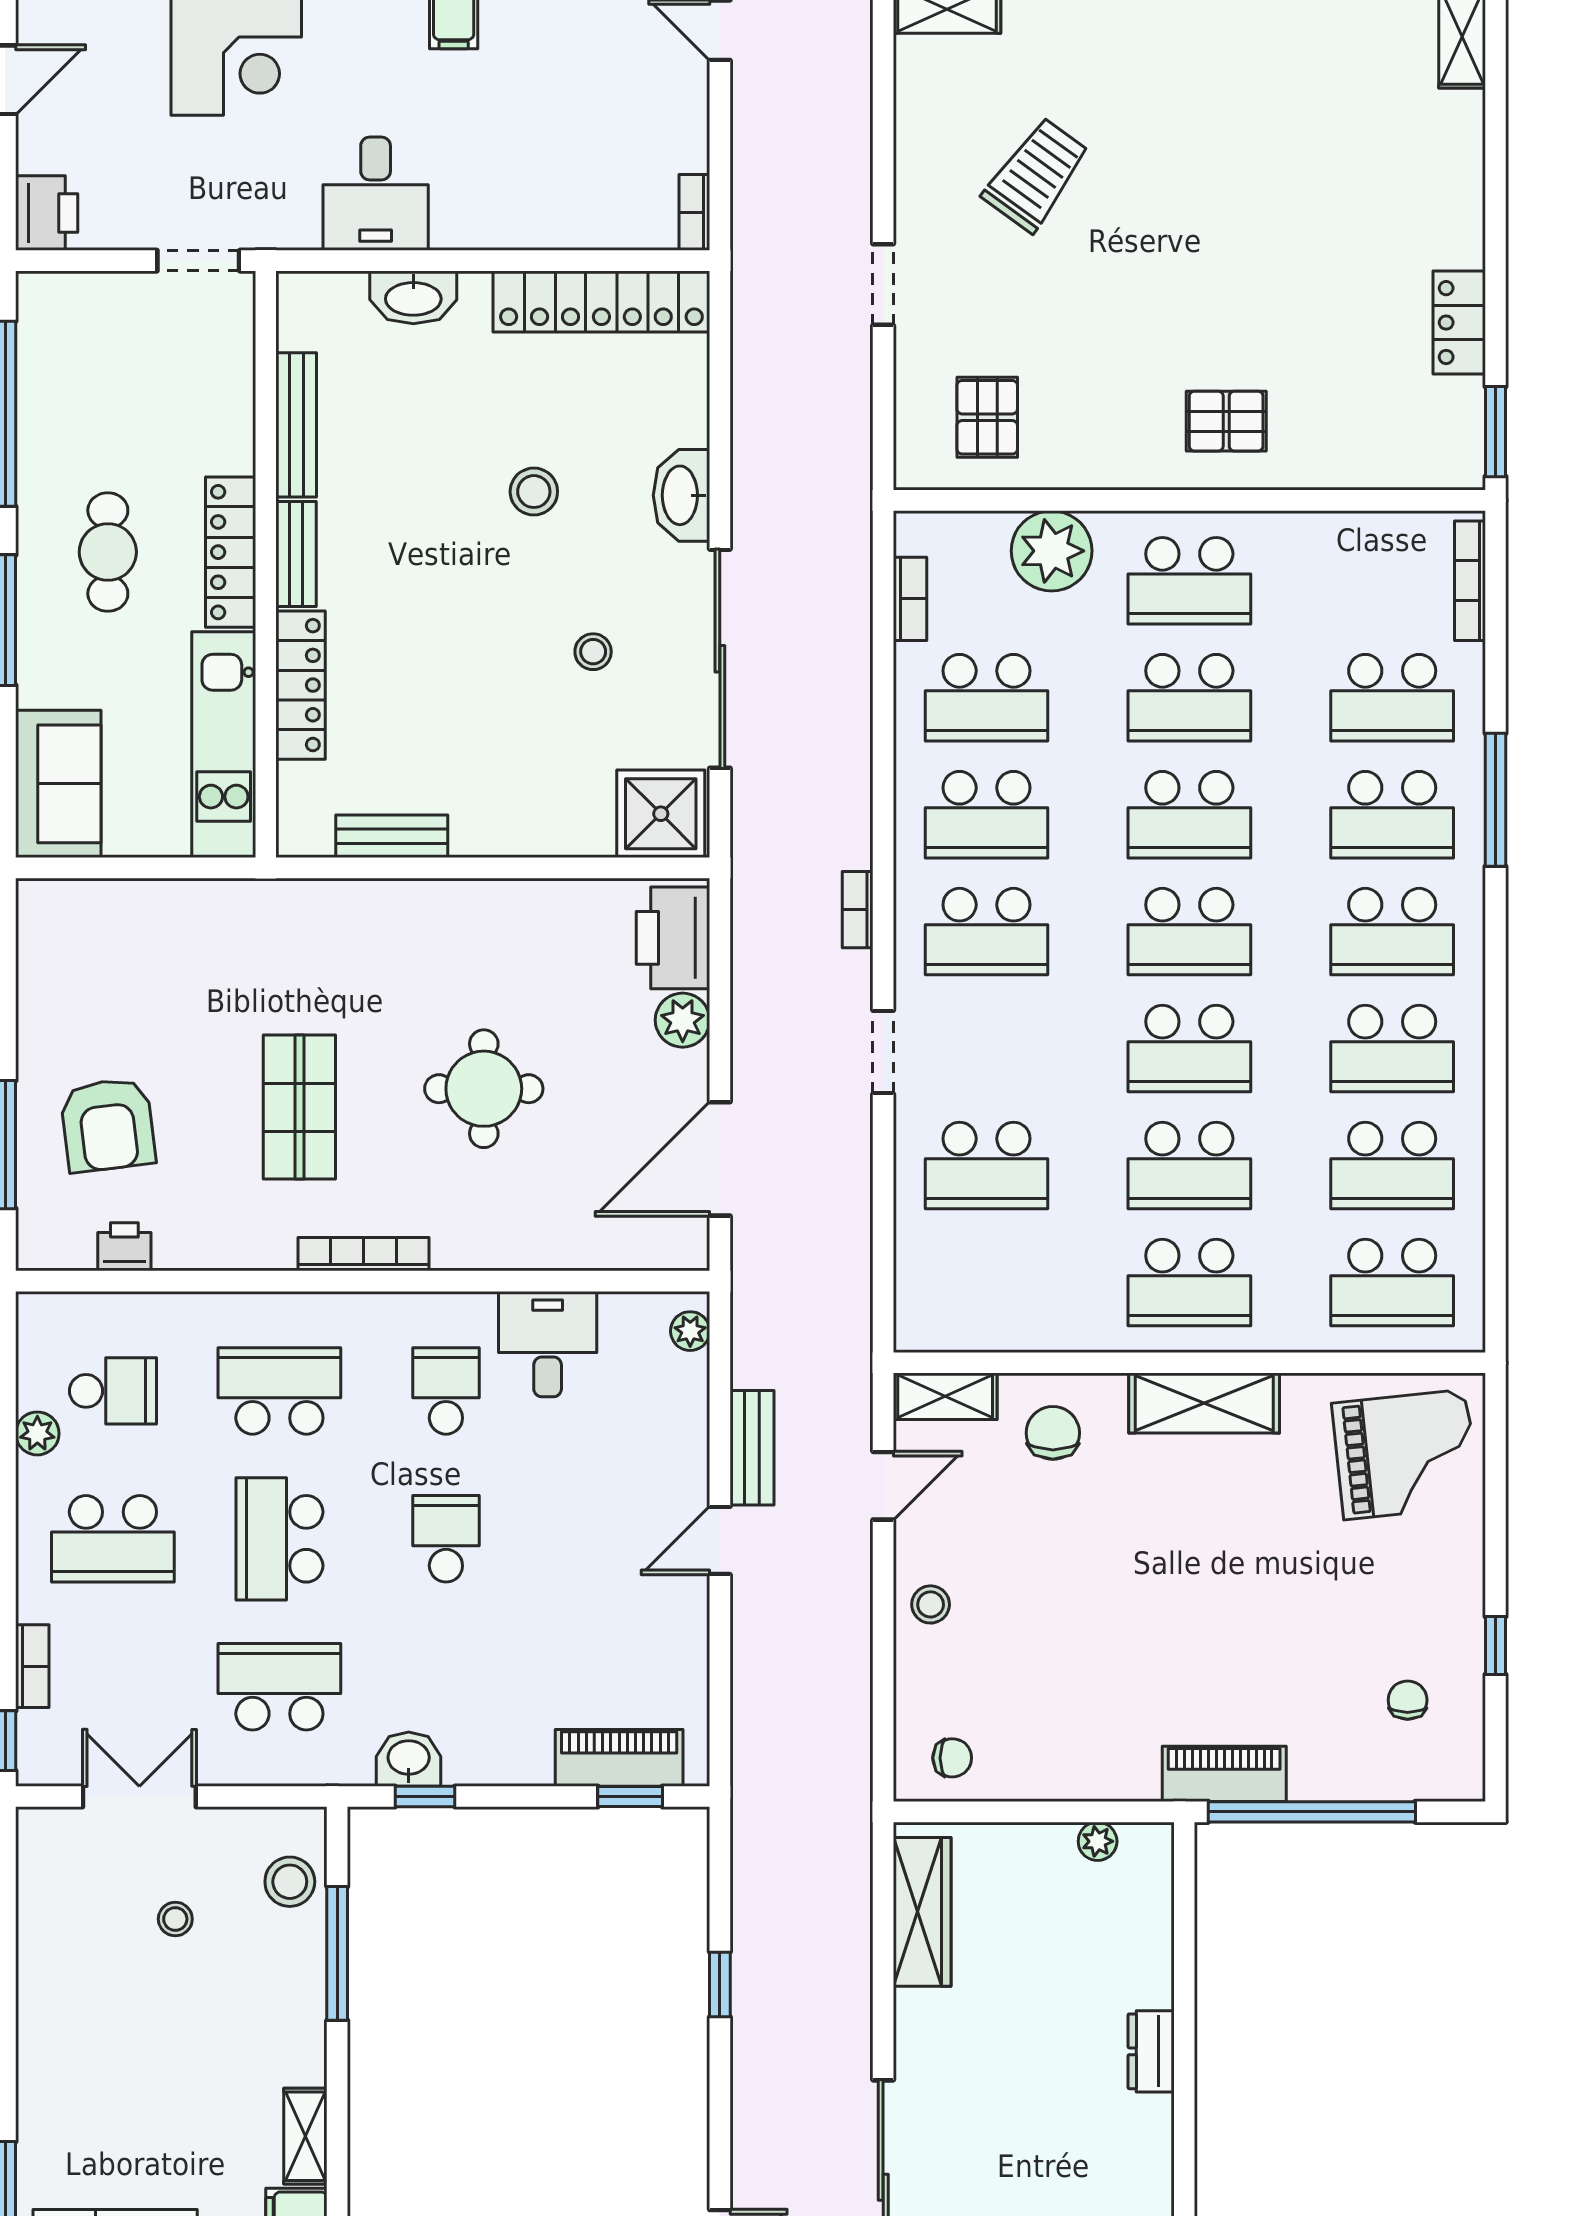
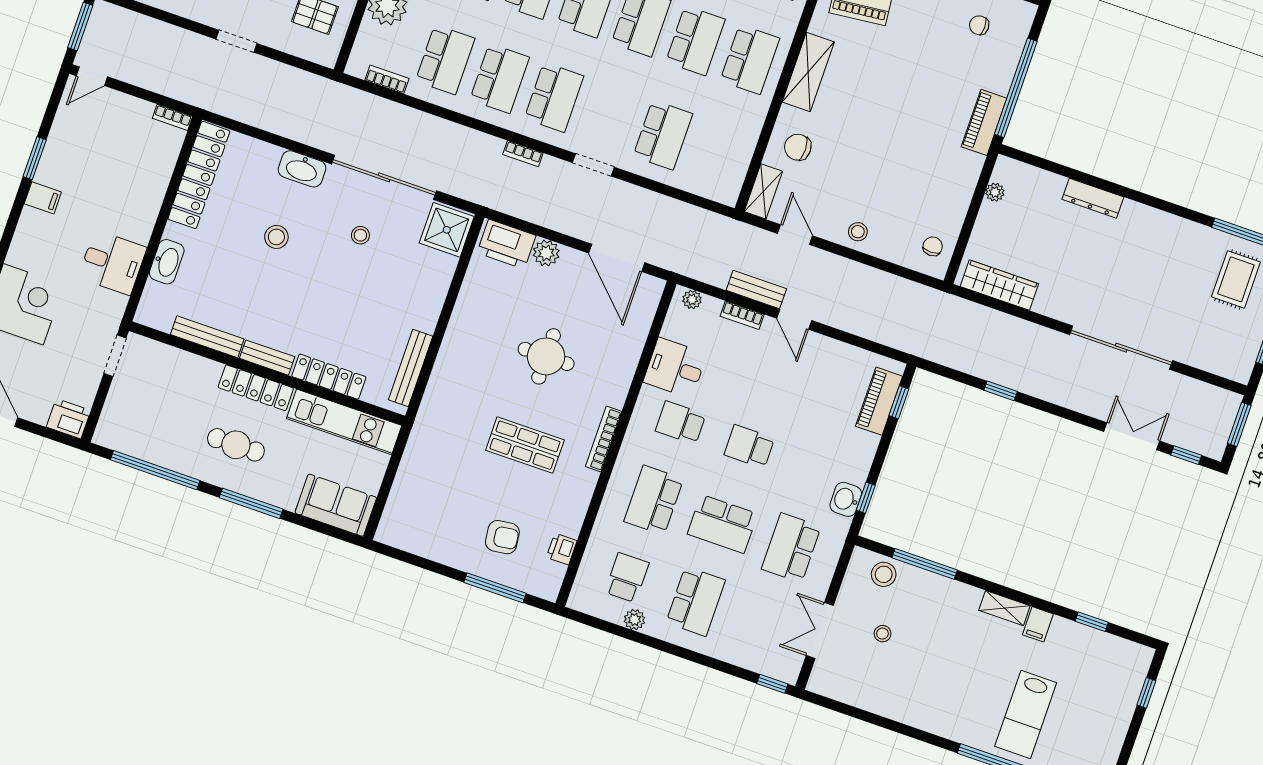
bench: (392, 836) -> (411, 368), width x1.36
armchair: (108, 1125) -> (502, 537), width x0.72, depth x0.72
bookcase: (32, 1666) -> (742, 315), moved, turned 180
dresser: (1151, 2051) -> (1093, 198), width x1.44

